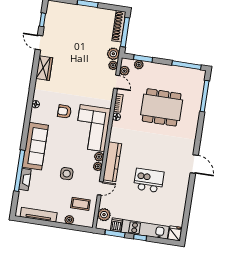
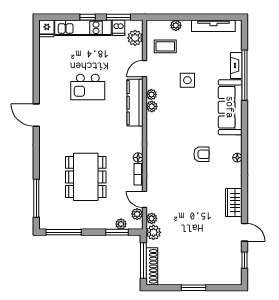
dining table: (162, 107) -> (86, 177), turned 90
corner sofa: (92, 128) -> (165, 139), removed

